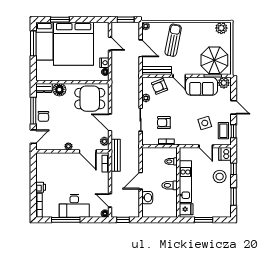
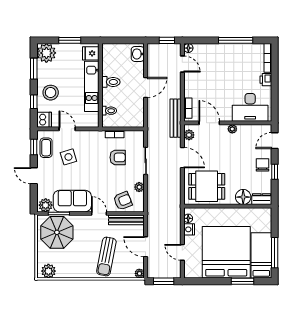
window: (33, 111) -> (275, 172), width x0.46
washbasin: (147, 198) -> (138, 54), moved
desk: (74, 206) -> (250, 107), moved, turned 180
plant: (223, 209) -> (46, 53), added

